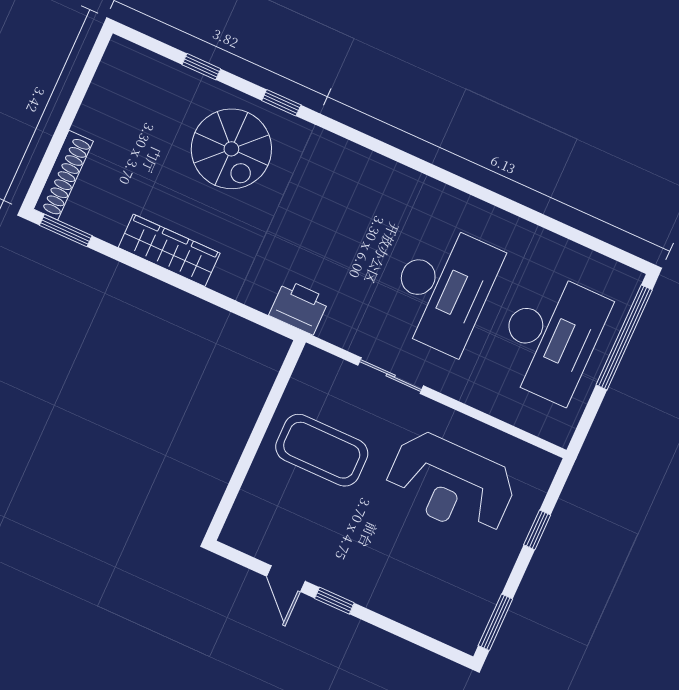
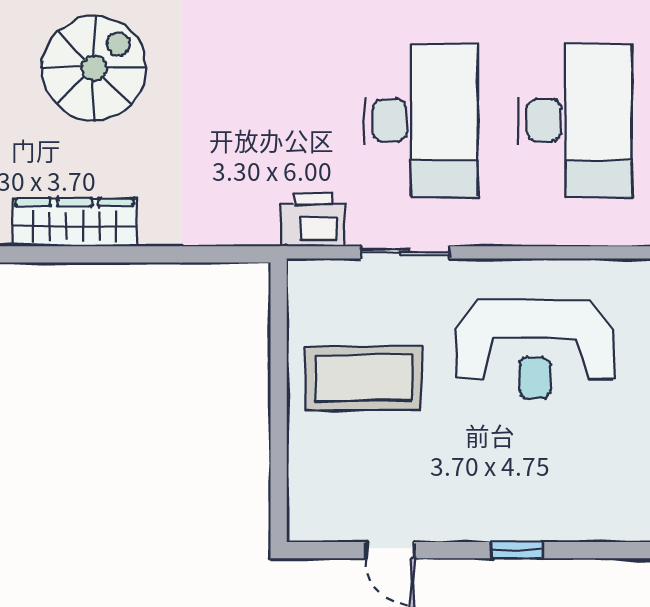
spiral stairs: (231, 149) -> (94, 68), turned -90
printer: (299, 307) -> (313, 220), moved
window: (334, 601) -> (516, 550), moved

